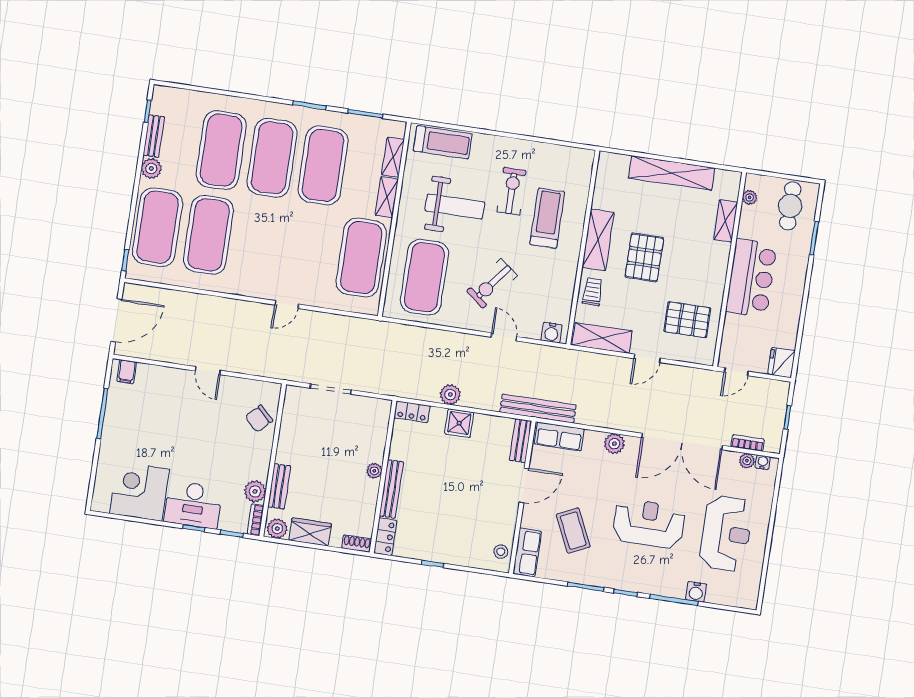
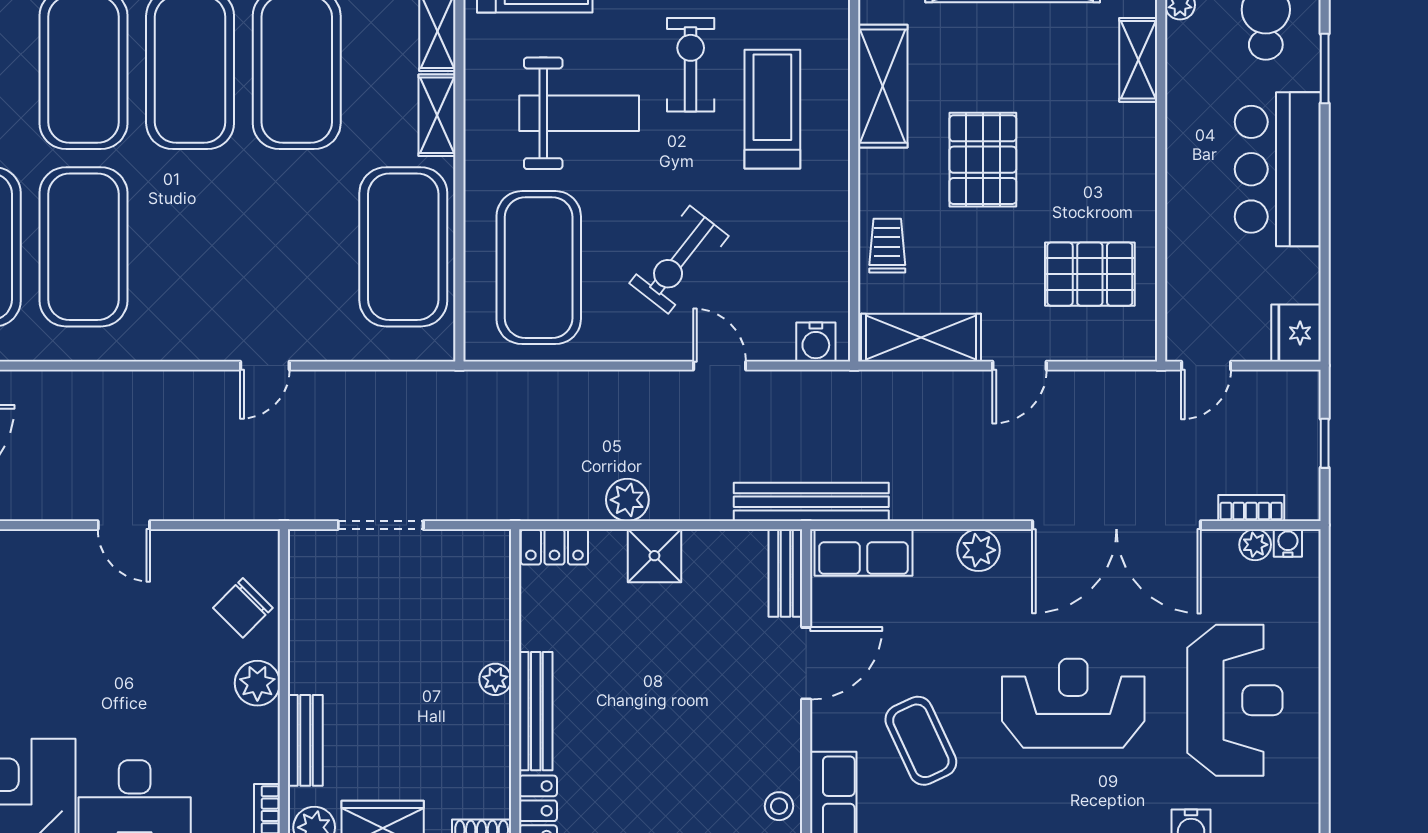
shelving: (598, 240) -> (883, 86), moved
bar counter: (751, 278) -> (1278, 169), moved, turned 180
plant: (255, 491) -> (257, 683), moved

